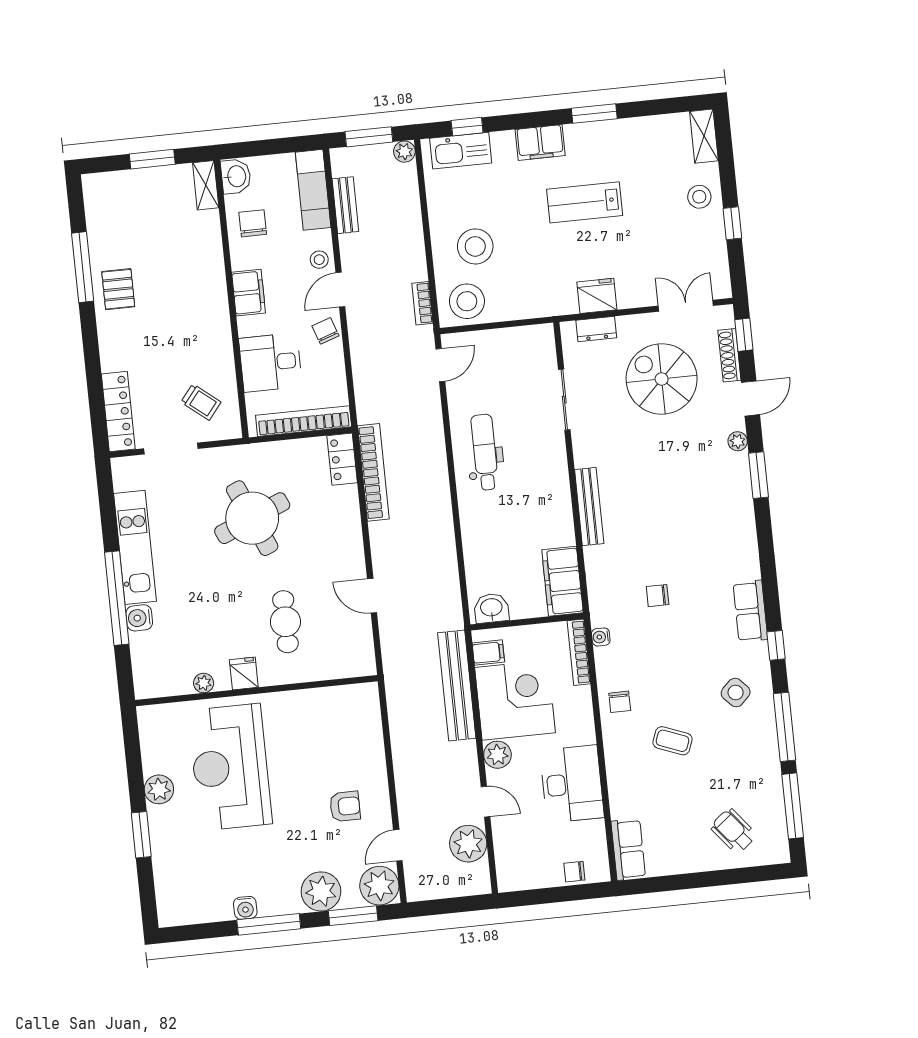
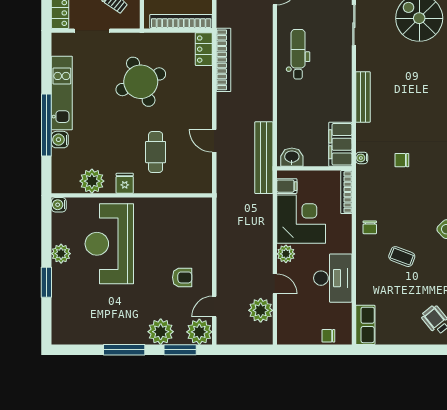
water cooler: (601, 637) -> (362, 158), moved
plant: (204, 683) -> (92, 181), width x1.88, depth x1.88
bench: (457, 686) -> (264, 158), moved
water cooler: (245, 908) -> (59, 205), moved, turned 90

